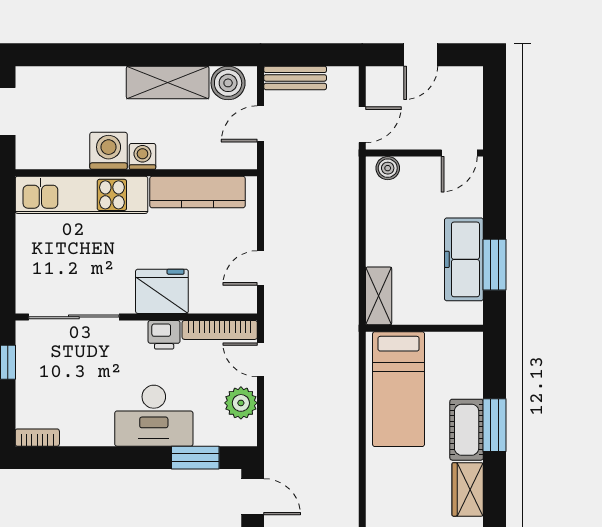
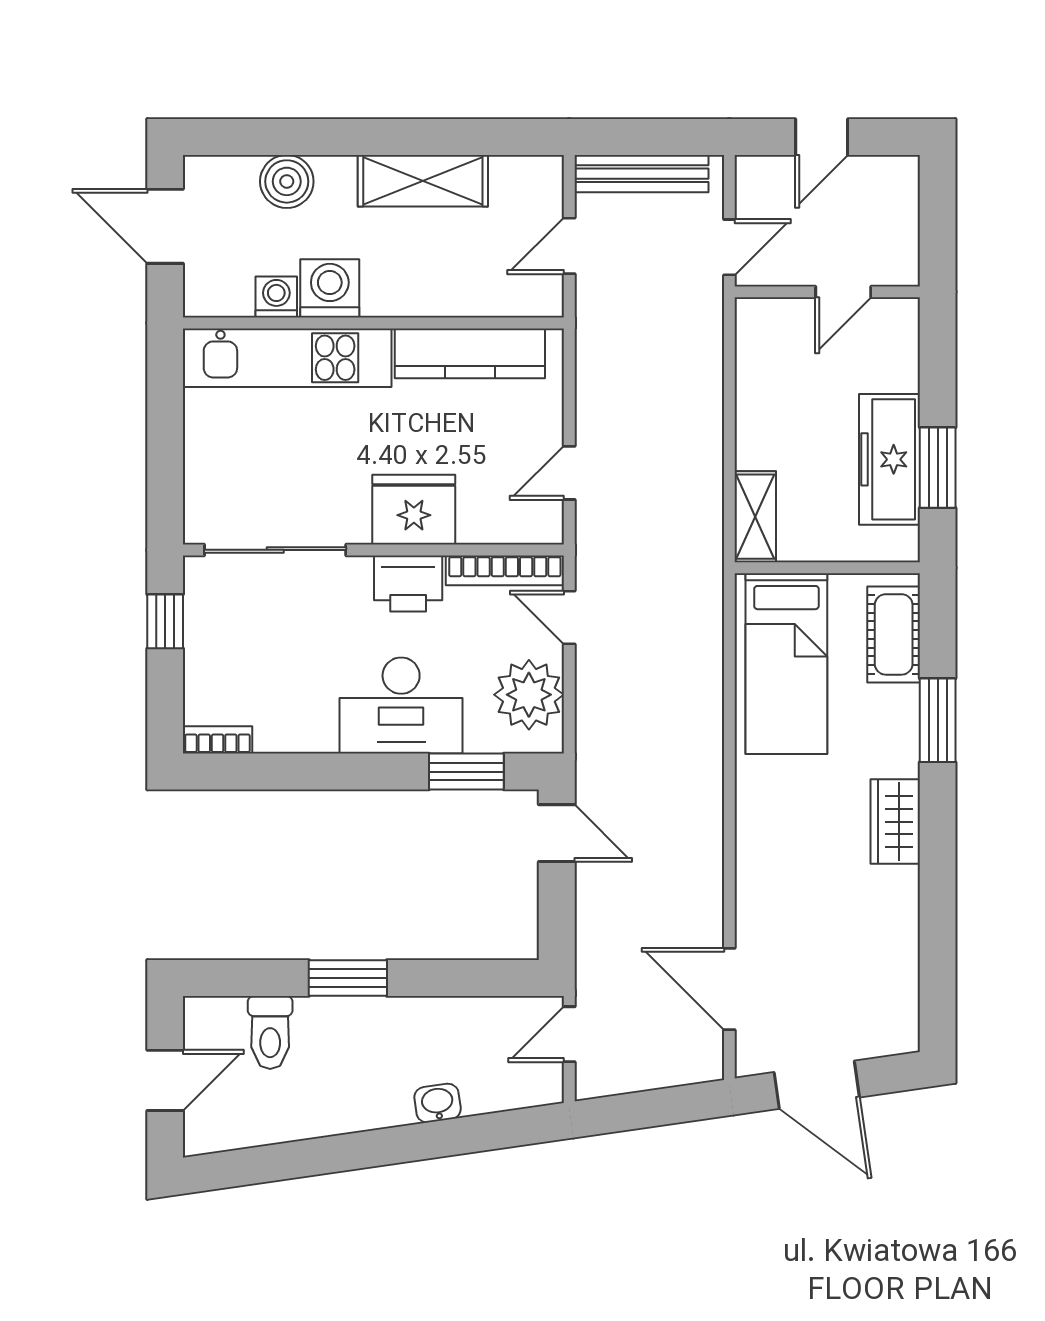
bench: (295, 78) -> (641, 174), width x1.36
boiler: (228, 83) -> (287, 181), moved
door: (459, 153) -> (843, 292), moved
washing machine: (142, 156) -> (276, 297), moved
boiler: (388, 168) -> (769, 316), removed
printer: (164, 335) -> (408, 583), width x1.36, depth x1.24
plant: (241, 403) -> (529, 695), width x1.36, depth x1.36
cot: (467, 430) -> (894, 634), moved

